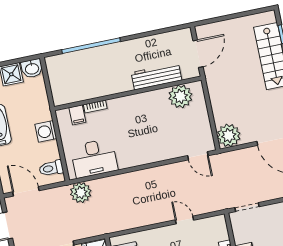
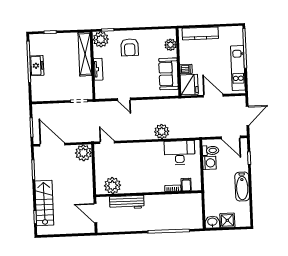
door: (198, 54) -> (95, 213), hinge flipped
washing machine: (46, 131) -> (209, 163), moved
plant: (81, 193) -> (162, 131), moved

